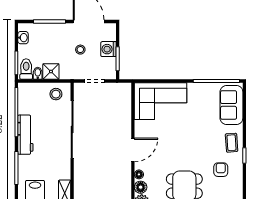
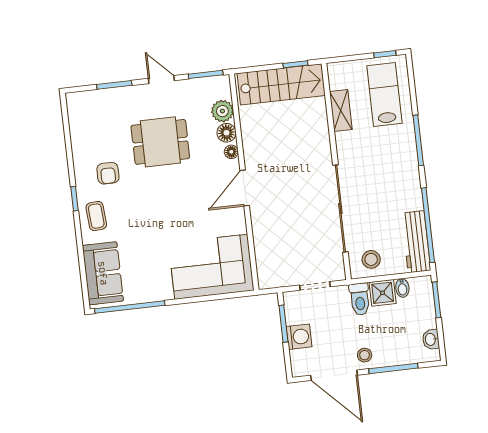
stool: (80, 50) -> (365, 355), moved
toilet: (26, 69) -> (360, 299), moved
workbench: (25, 135) -> (416, 242), moved

